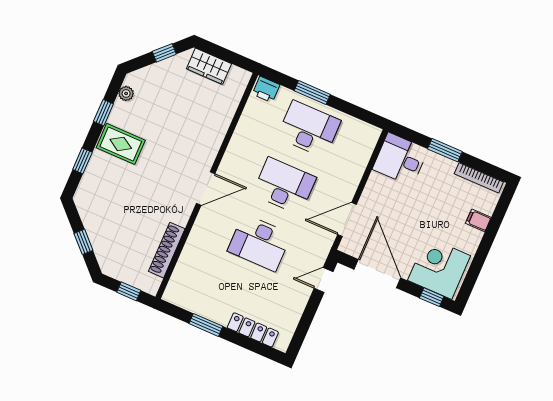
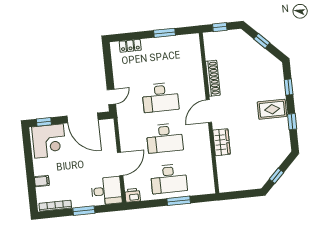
wardrobe: (209, 66) -> (222, 142), moved, turned 90
printer: (266, 89) -> (133, 195), moved
plant: (126, 93) -> (285, 140), removed
door: (347, 219) -> (120, 164), moved
desk: (259, 243) -> (160, 97), turned 180
shoe rack: (167, 250) -> (213, 78), moved
locker: (253, 330) -> (130, 46), width x0.66

